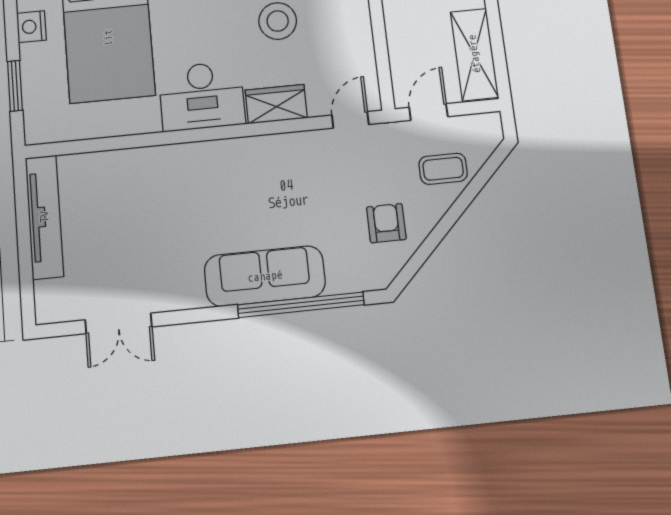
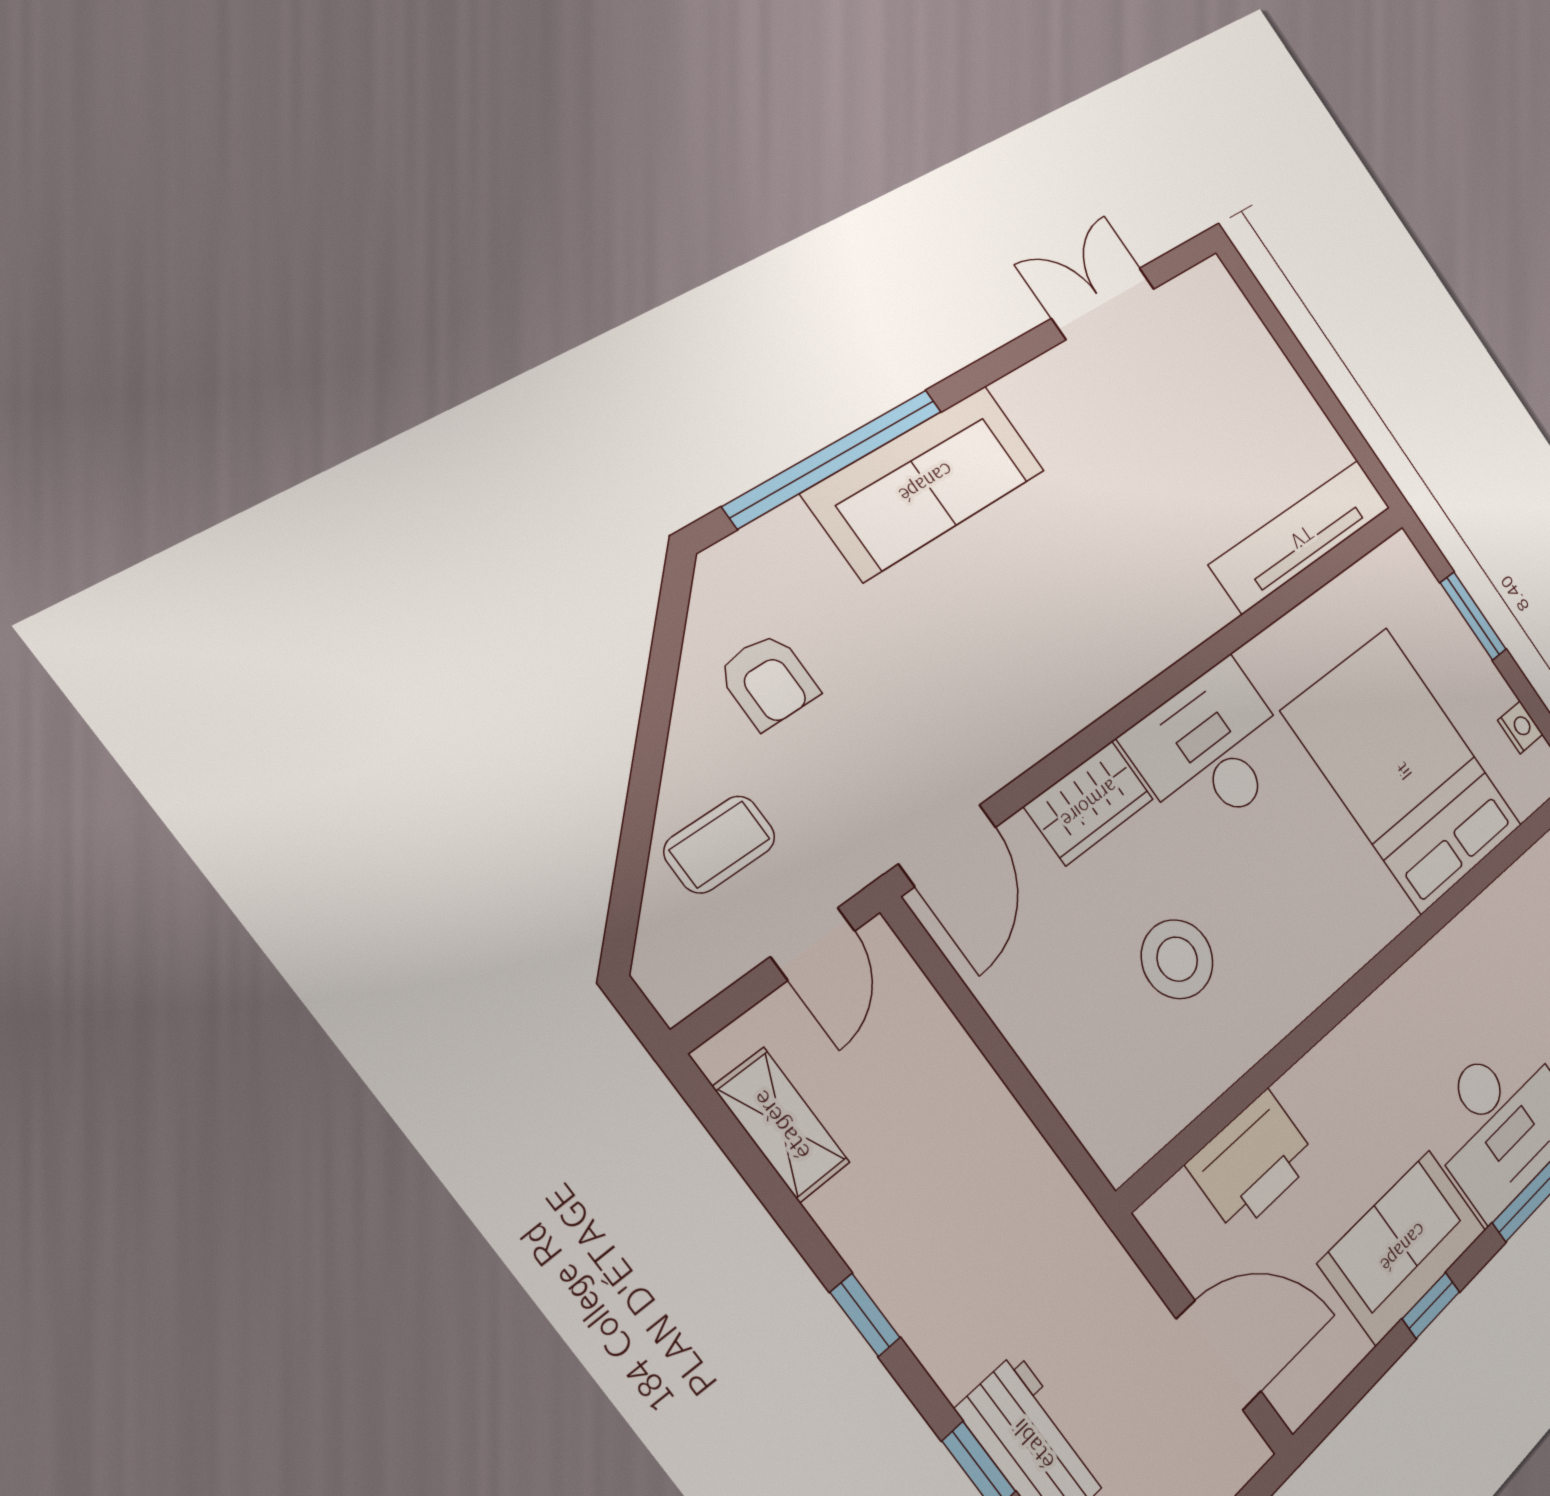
nightstand: (31, 27) -> (1520, 727), width x0.72, depth x0.74
shelving: (474, 54) -> (782, 1125), width x0.67, depth x0.75
door: (350, 120) -> (948, 845), width x1.38
tv unit: (44, 217) -> (1301, 536), moved, turned 90

